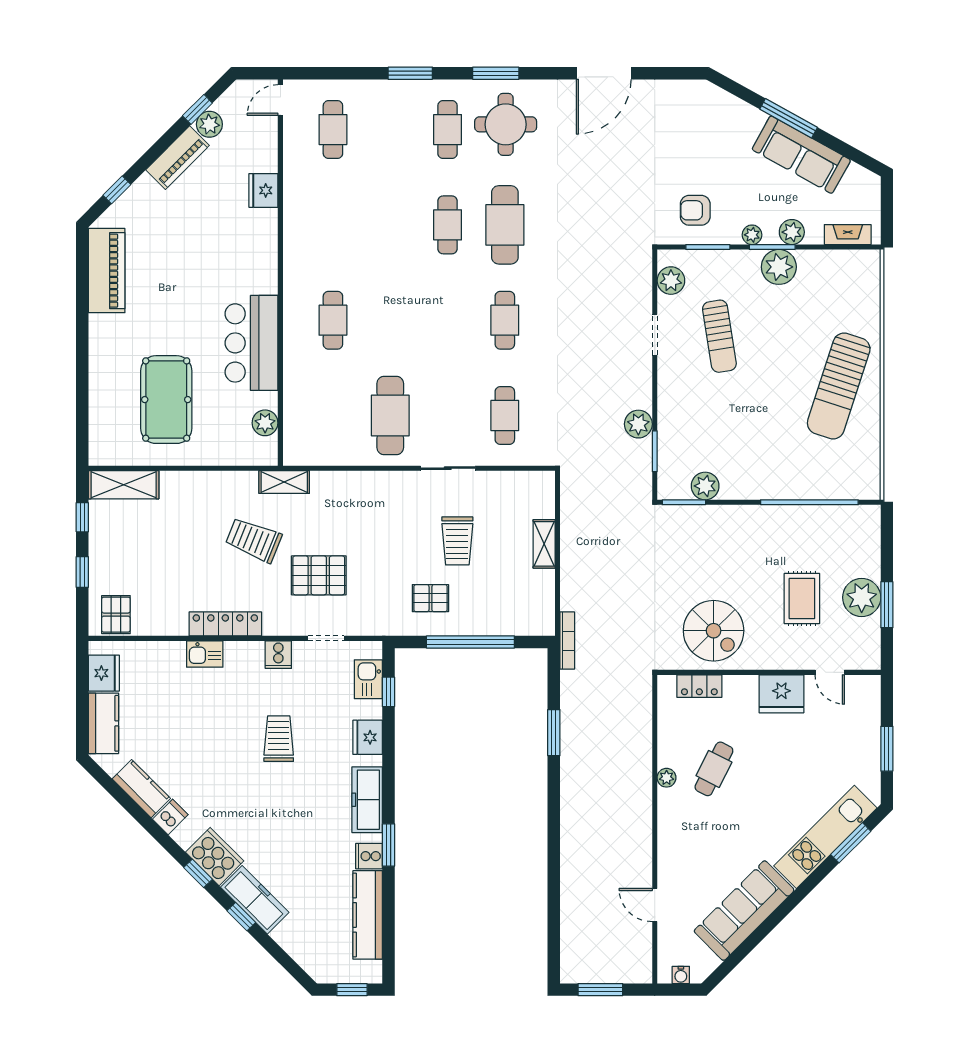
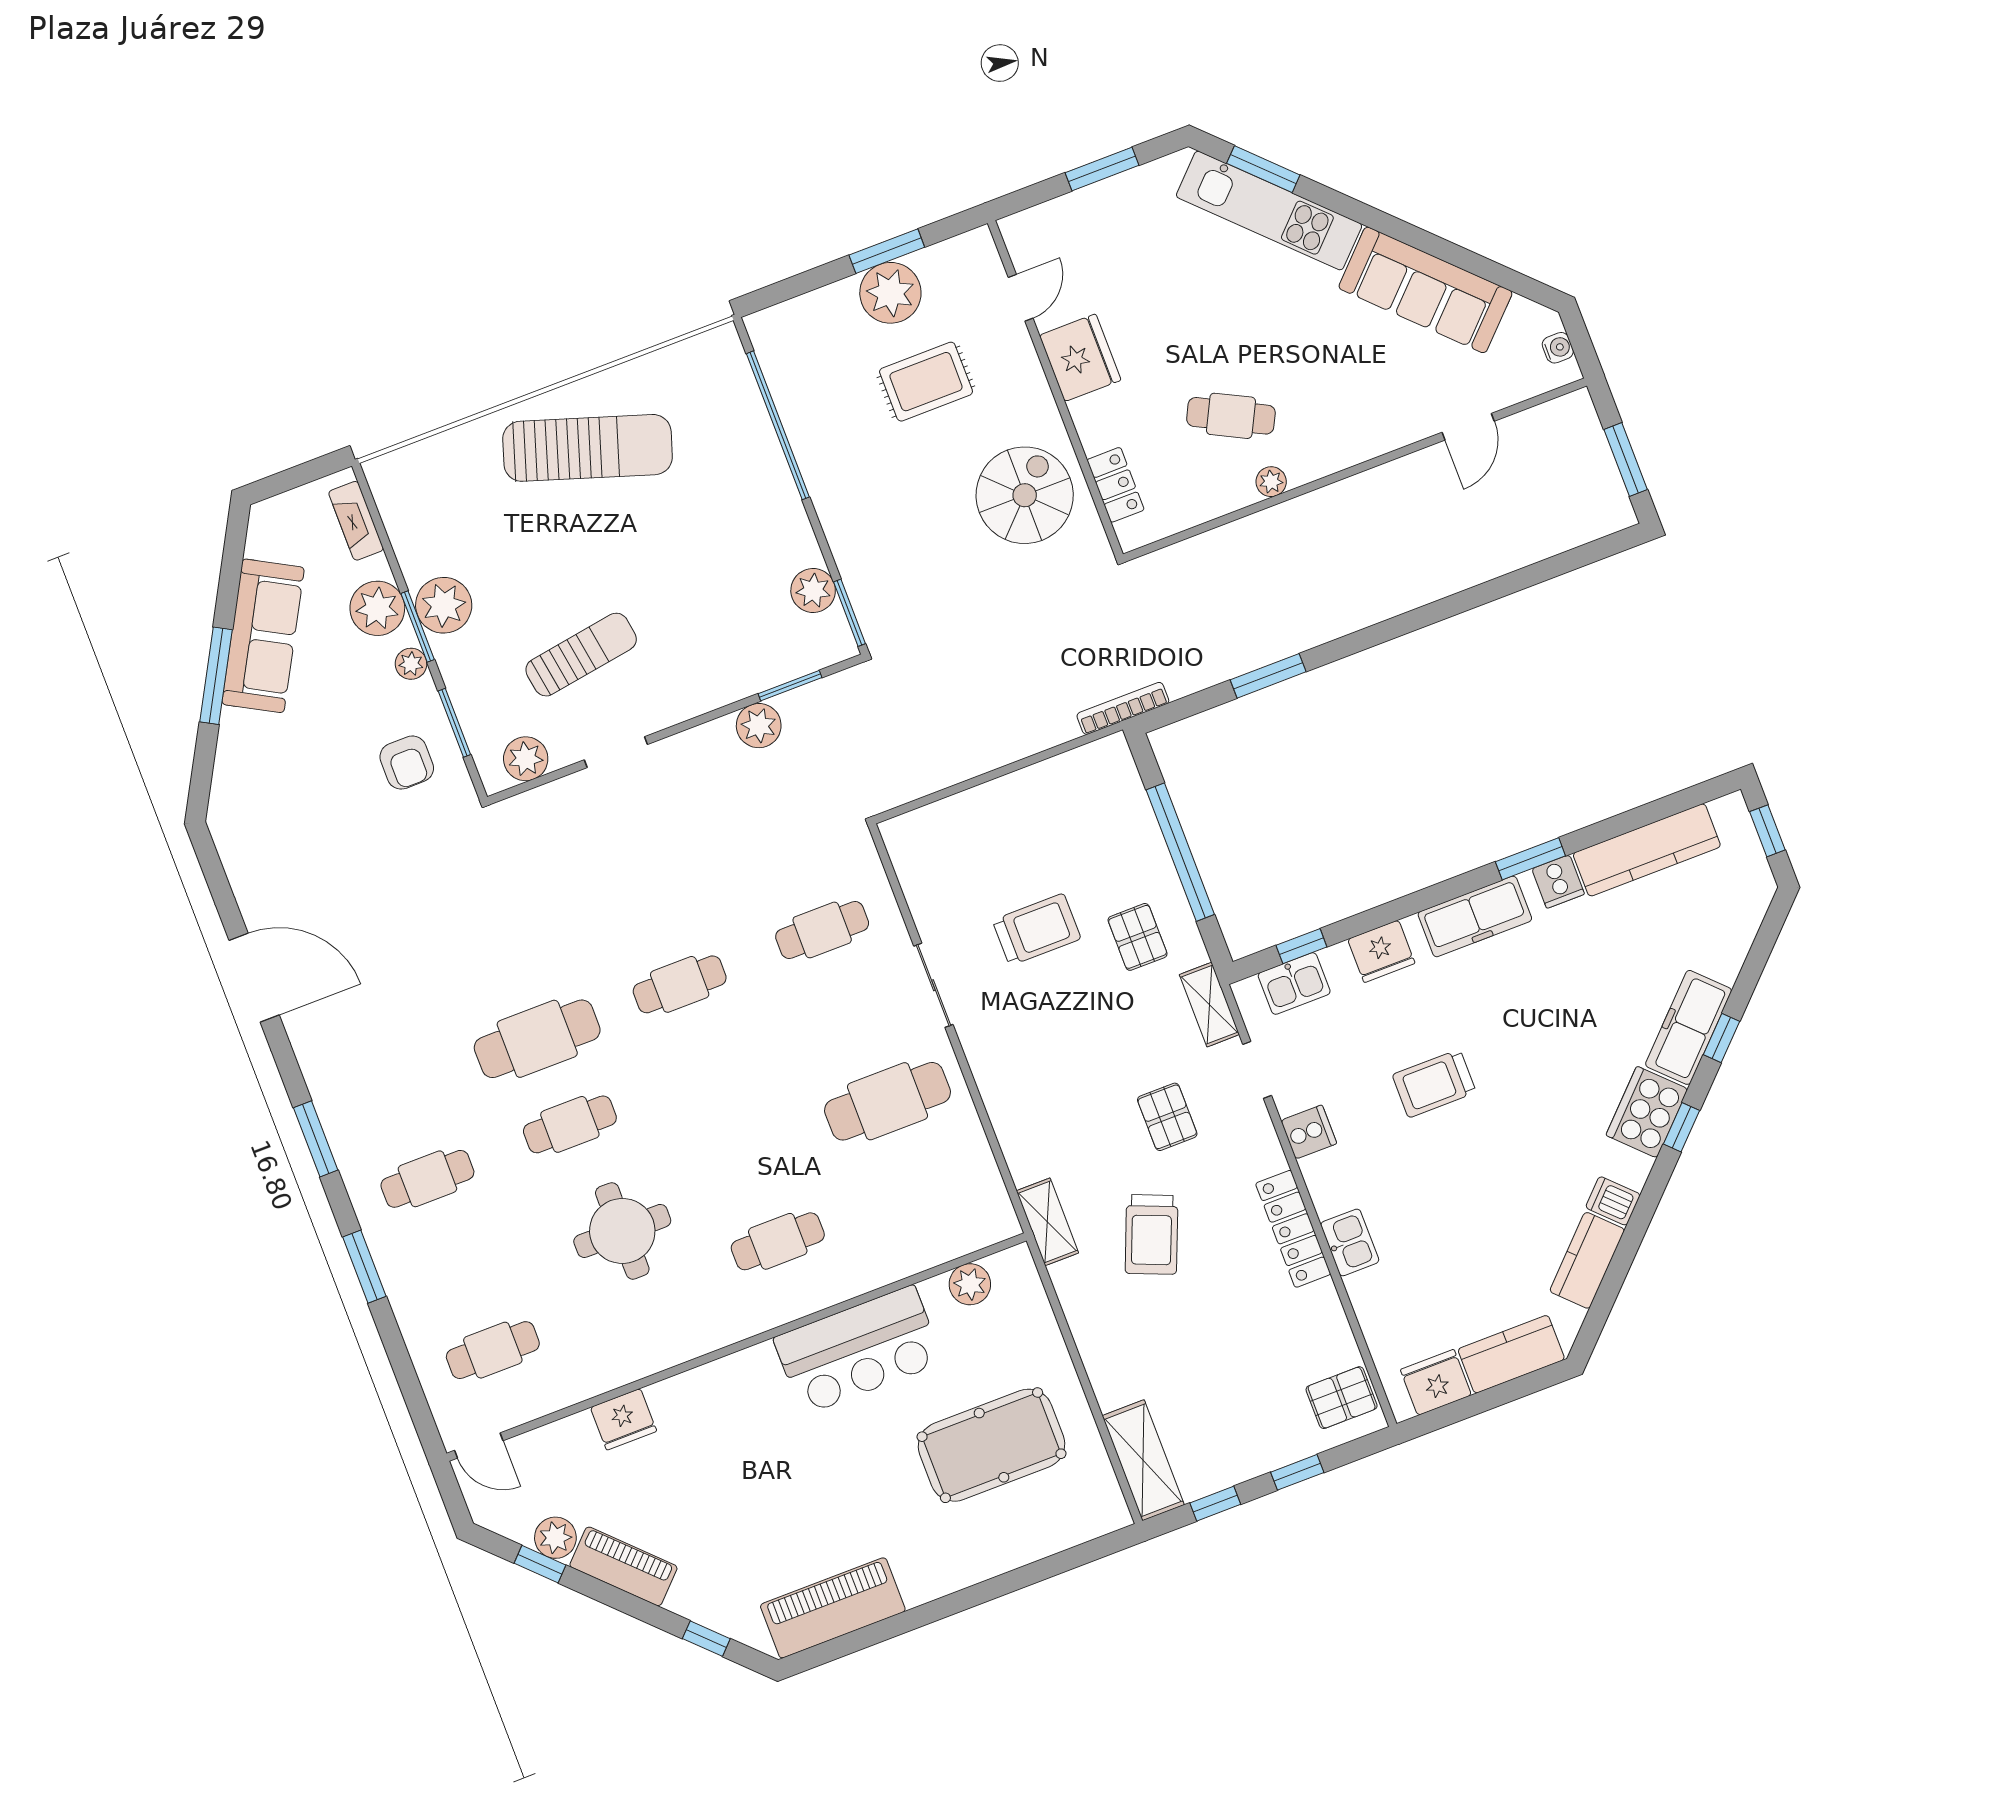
round table: (506, 124) -> (622, 1231), moved
plant: (792, 232) -> (377, 608), width x1.36, depth x1.36
shelving: (544, 544) -> (1209, 1005), moved, turned 90
pallet: (319, 575) -> (1167, 1117), width x0.67, depth x0.71

